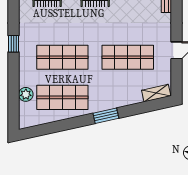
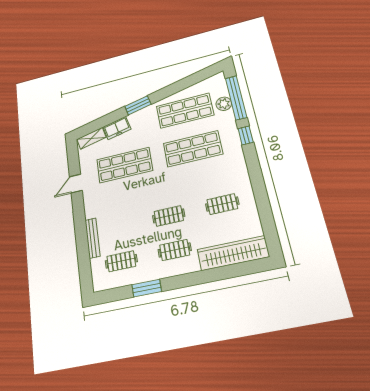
window: (14, 44) -> (246, 135), moved
window: (14, 97) -> (236, 98), added
freezer: (130, 97) -> (117, 128), added

